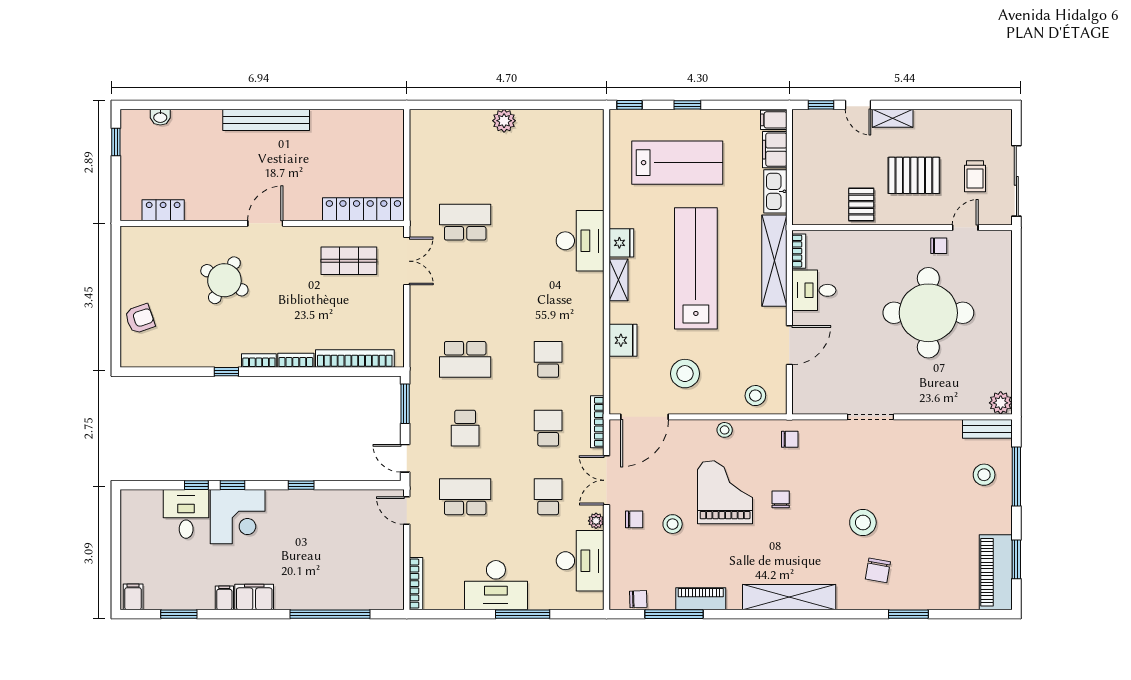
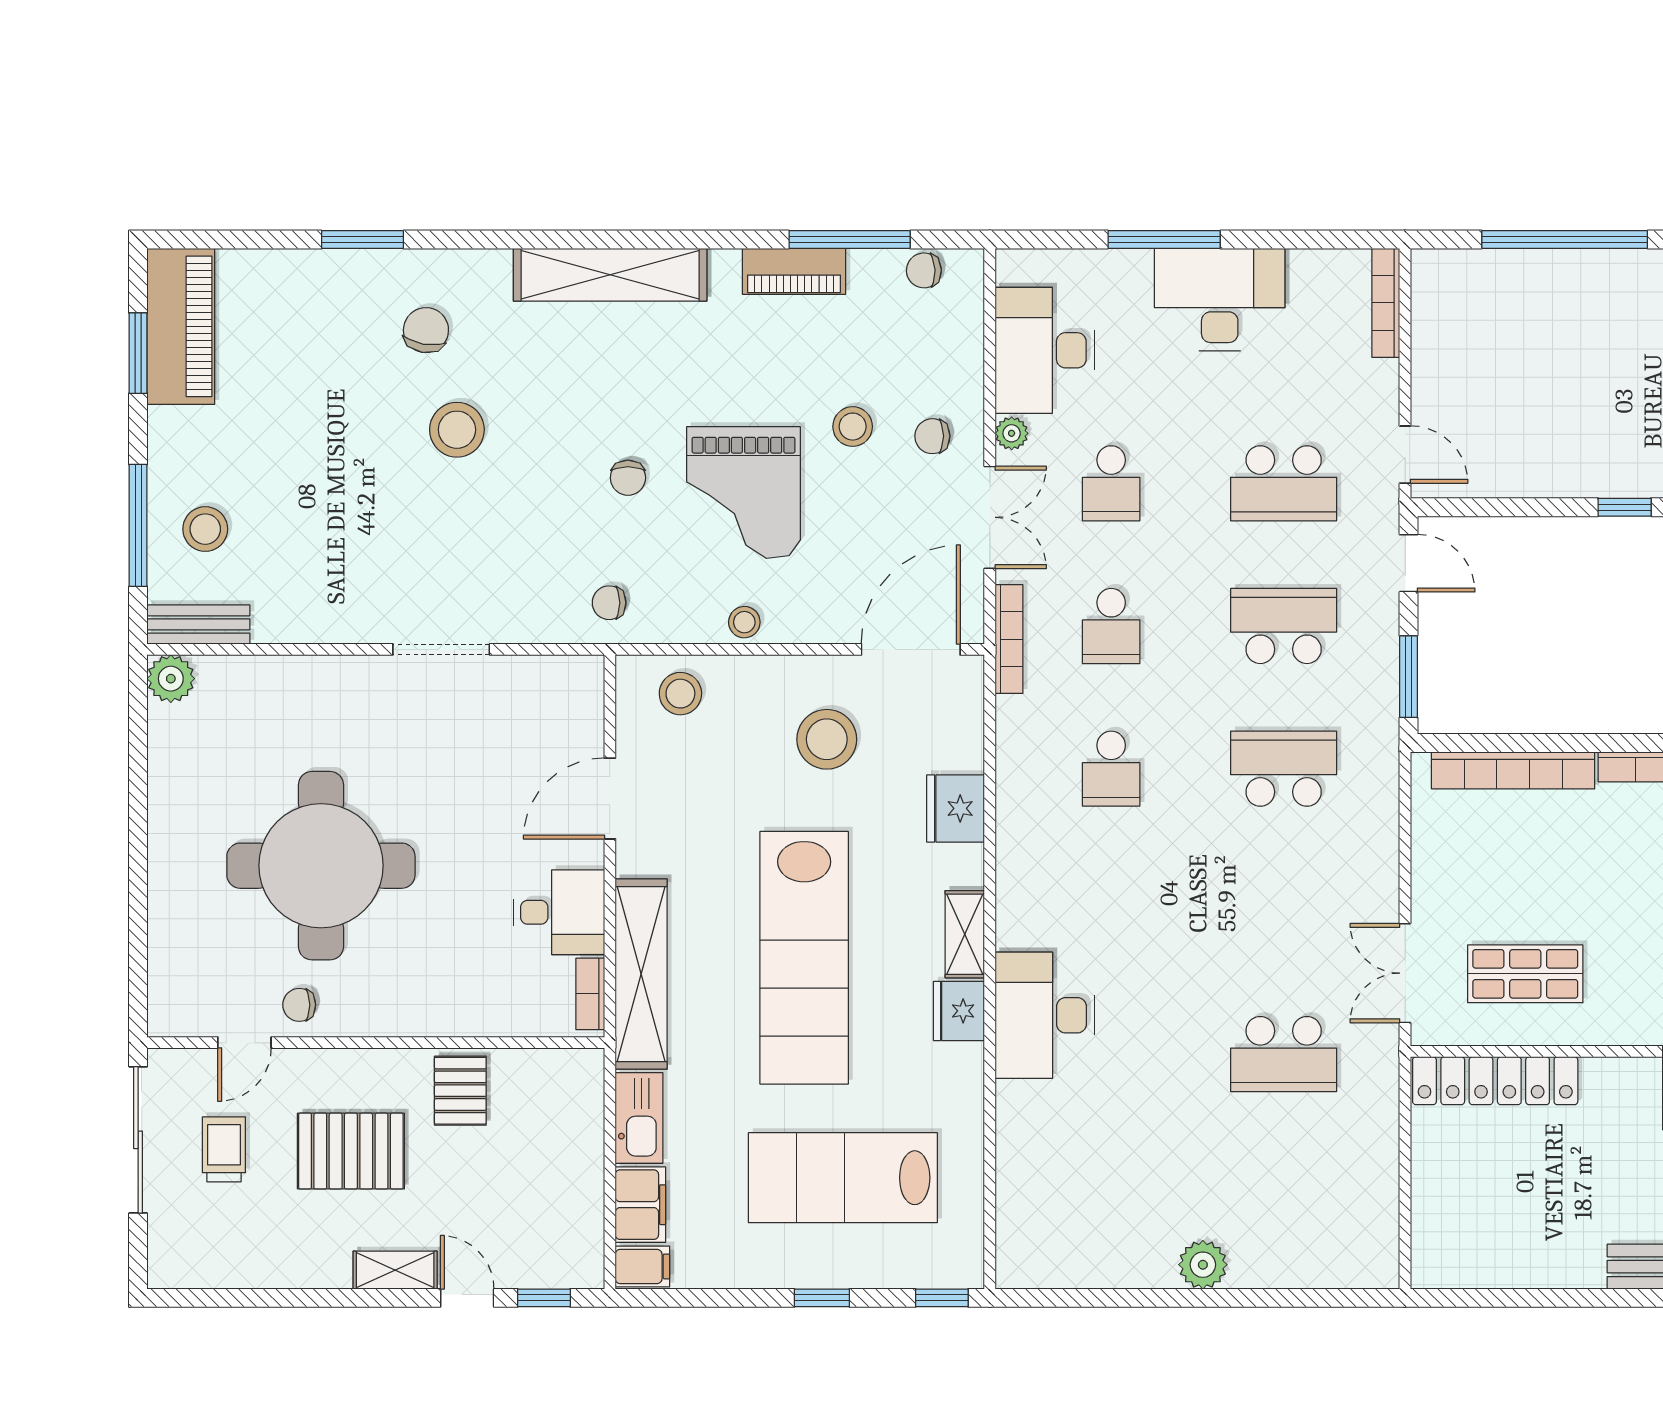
school desk: (465, 428) -> (1284, 626), width x1.85

